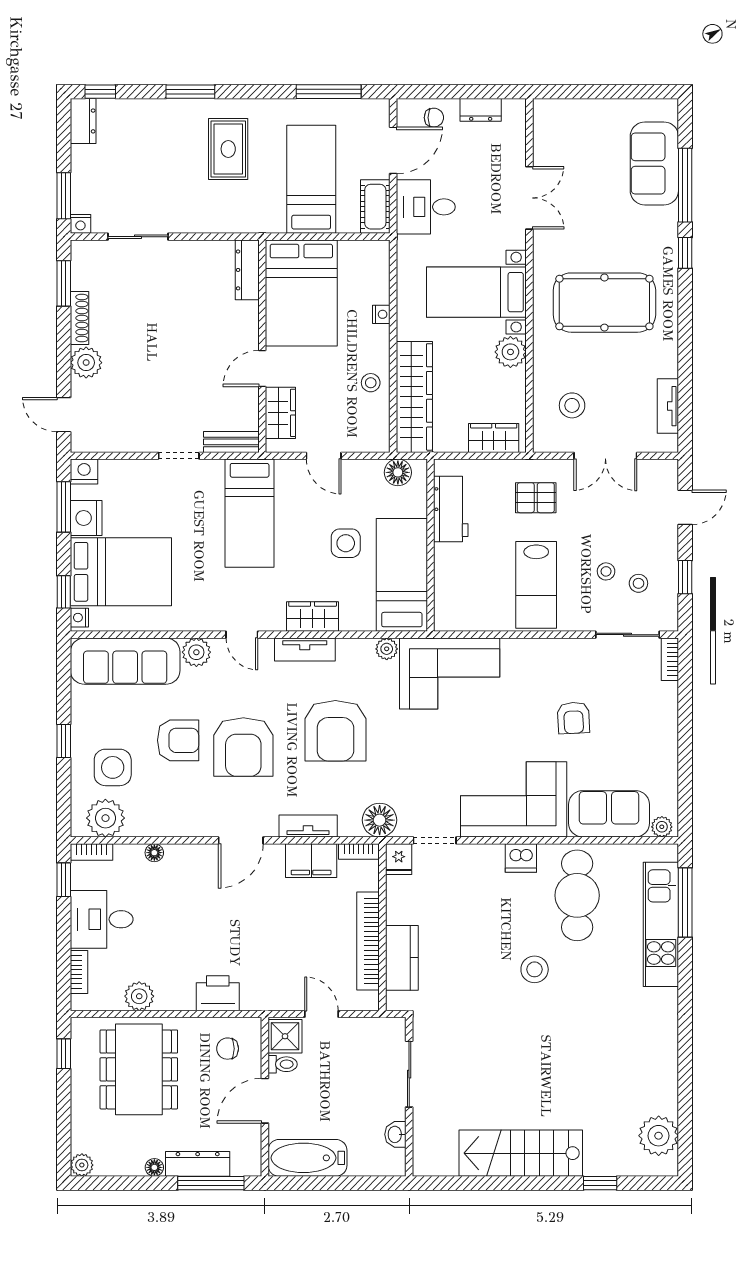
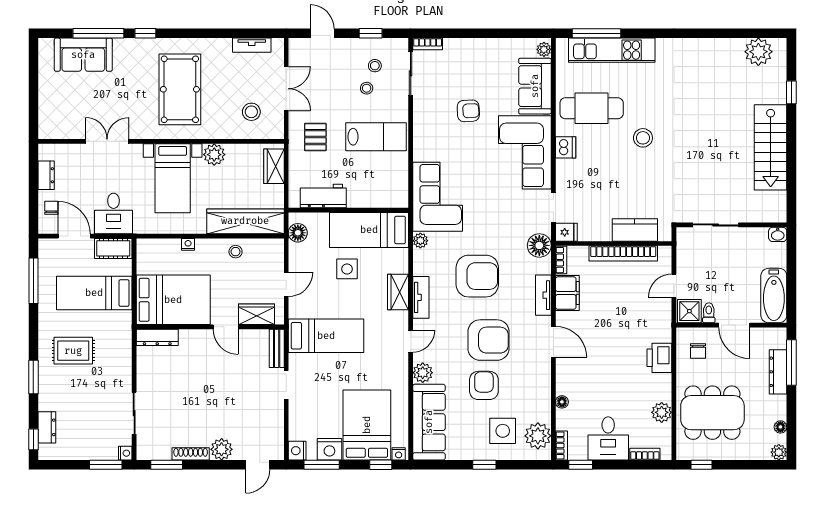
dresser: (83, 121) -> (47, 427), moved, turned 90
washbasin: (395, 1134) -> (778, 234), moved
floor lamp: (154, 1167) -> (780, 427), moved

